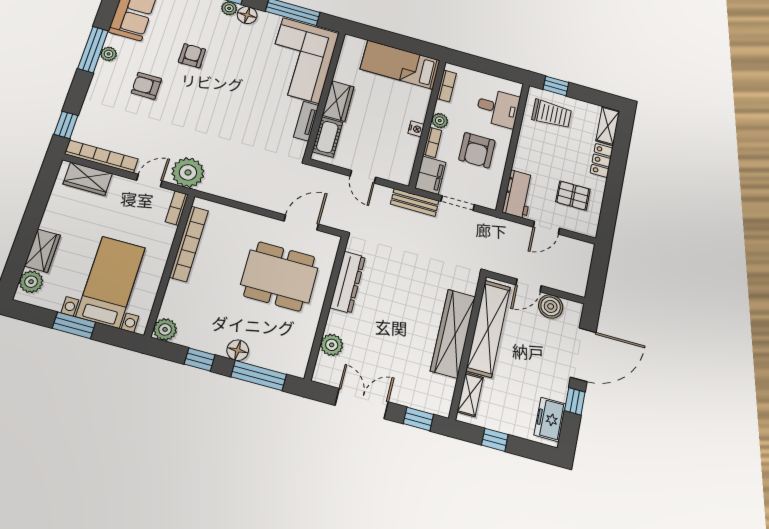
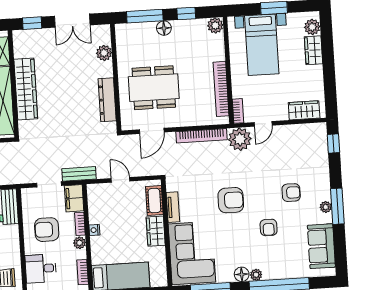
armchair: (228, 104) -> (231, 200), added
armchair: (477, 150) -> (47, 230), turned -90
bookcase: (101, 156) -> (202, 136), moved

